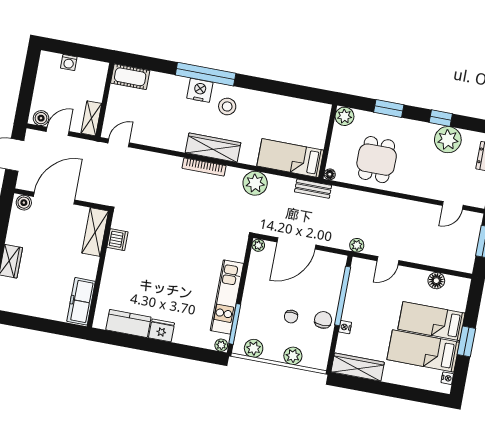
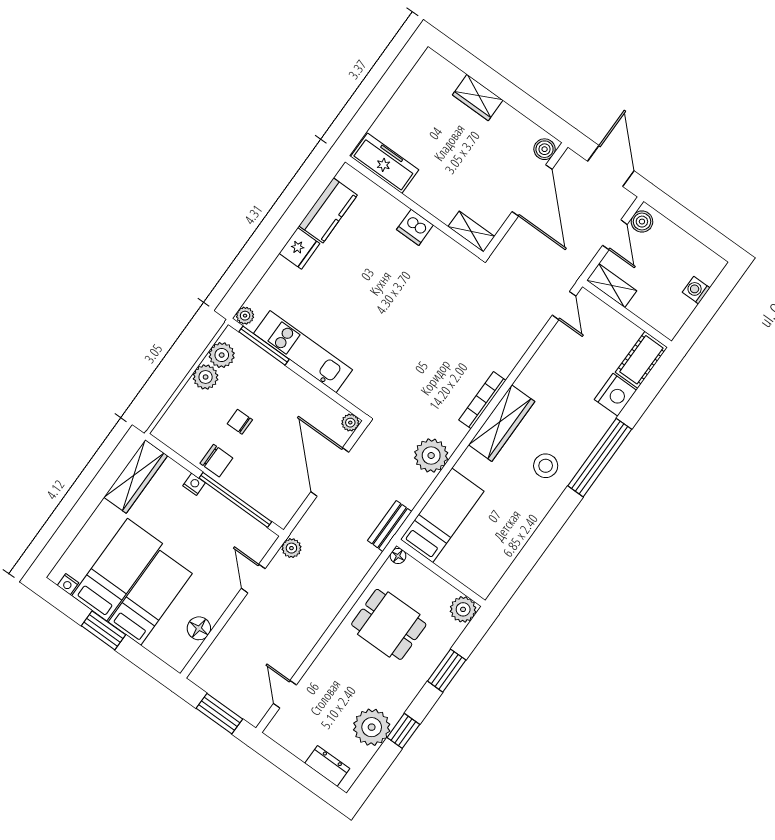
nightstand: (200, 90) -> (615, 395), moved
shelving: (95, 232) -> (471, 231), width x0.67, depth x0.75
dishwasher: (117, 240) -> (415, 227), moved
plant: (293, 356) -> (206, 377), moved

